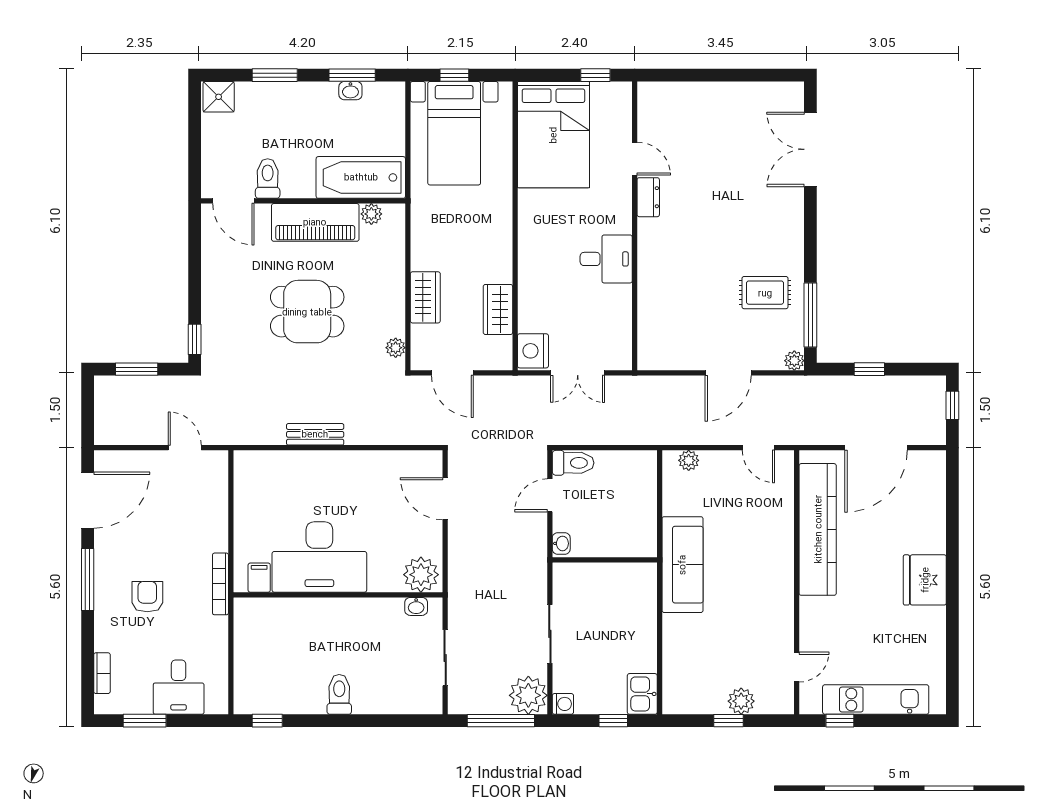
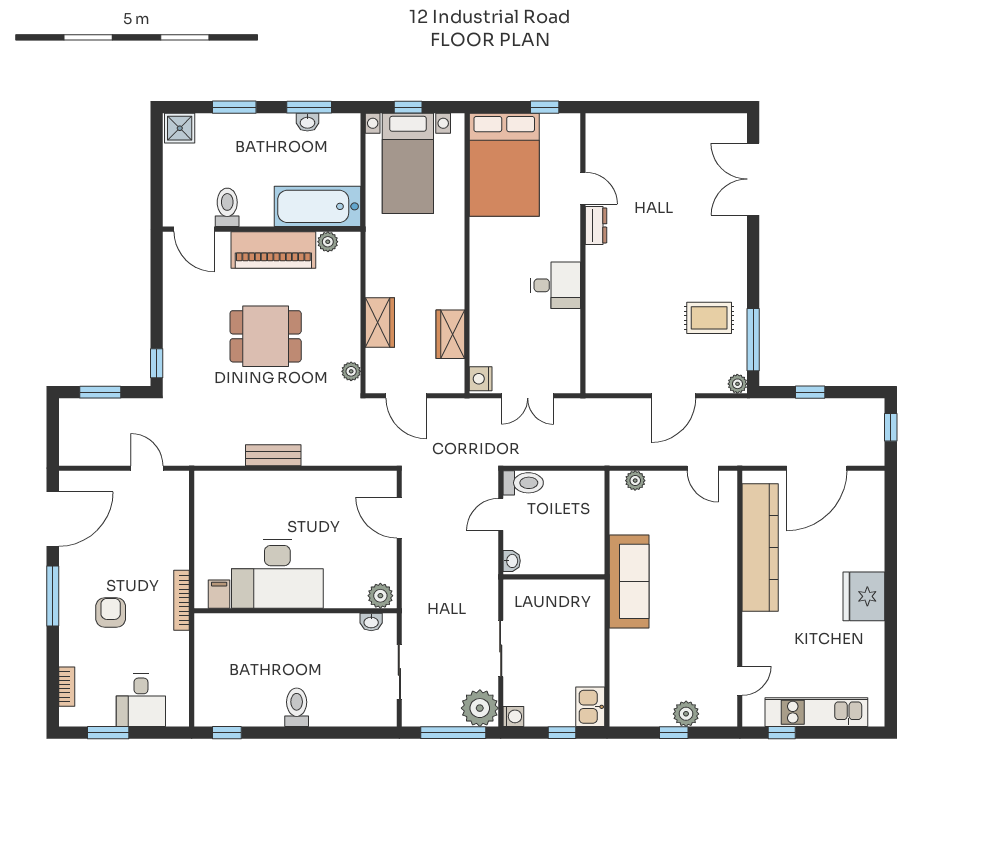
nightstand: (533, 351) -> (481, 379), width x0.74, depth x0.75
plant: (421, 575) -> (380, 596), width x0.73, depth x0.73

